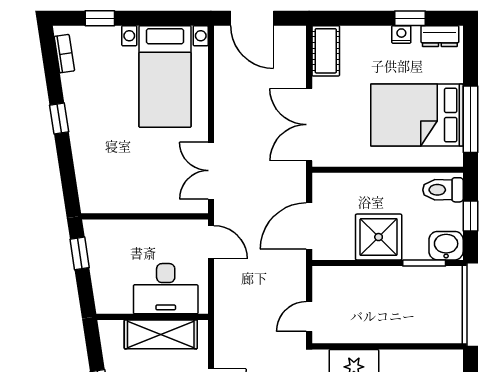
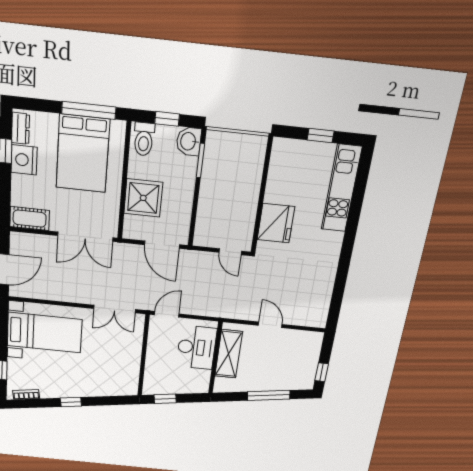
nightstand: (401, 34) -> (24, 160), width x1.89, depth x1.79
shower: (379, 237) -> (143, 198), moved

